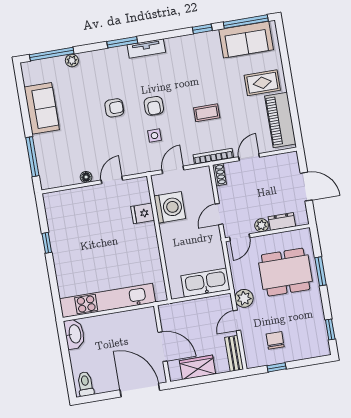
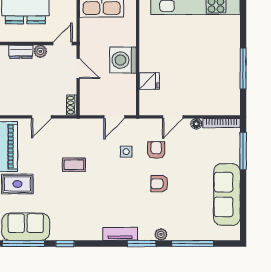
window: (52, 54) -> (193, 244), moved
plant: (72, 60) -> (161, 234), moved
armchair: (154, 106) -> (156, 150), moved
sofa: (42, 108) -> (227, 194), width x1.36
bookcase: (213, 156) -> (221, 123), moved
washing machine: (170, 207) -> (123, 60), moved
door: (219, 214) -> (78, 68), hinge flipped
window: (47, 243) -> (243, 69), width x2.17

